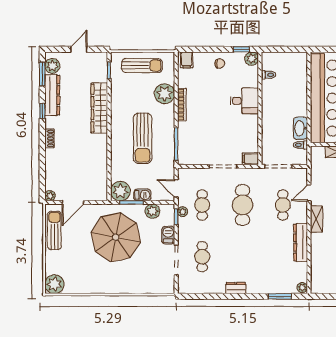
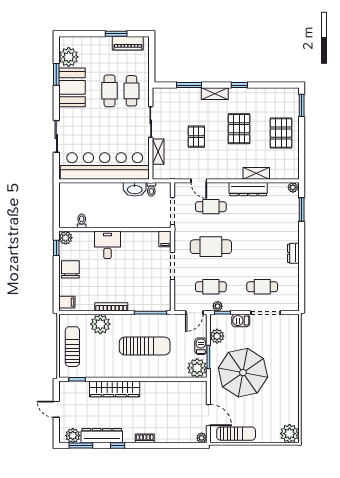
chair: (220, 64) -> (70, 269), width x1.87, depth x1.87
shelving: (316, 219) -> (256, 173), moved
sun lounger: (54, 230) -> (236, 434), turned 180

